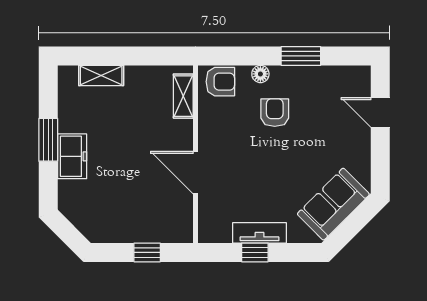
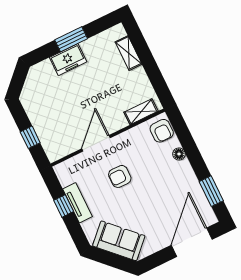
window: (301, 56) -> (211, 191), moved
door: (380, 112) -> (192, 242), width x1.88
armchair: (275, 113) -> (120, 176), moved, turned 180

